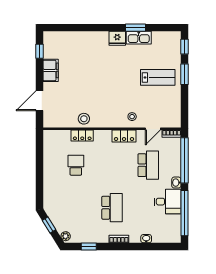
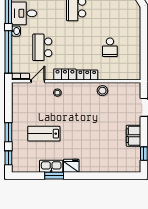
lab bench: (158, 77) -> (44, 134), moved
locker: (82, 136) -> (87, 75), moved

